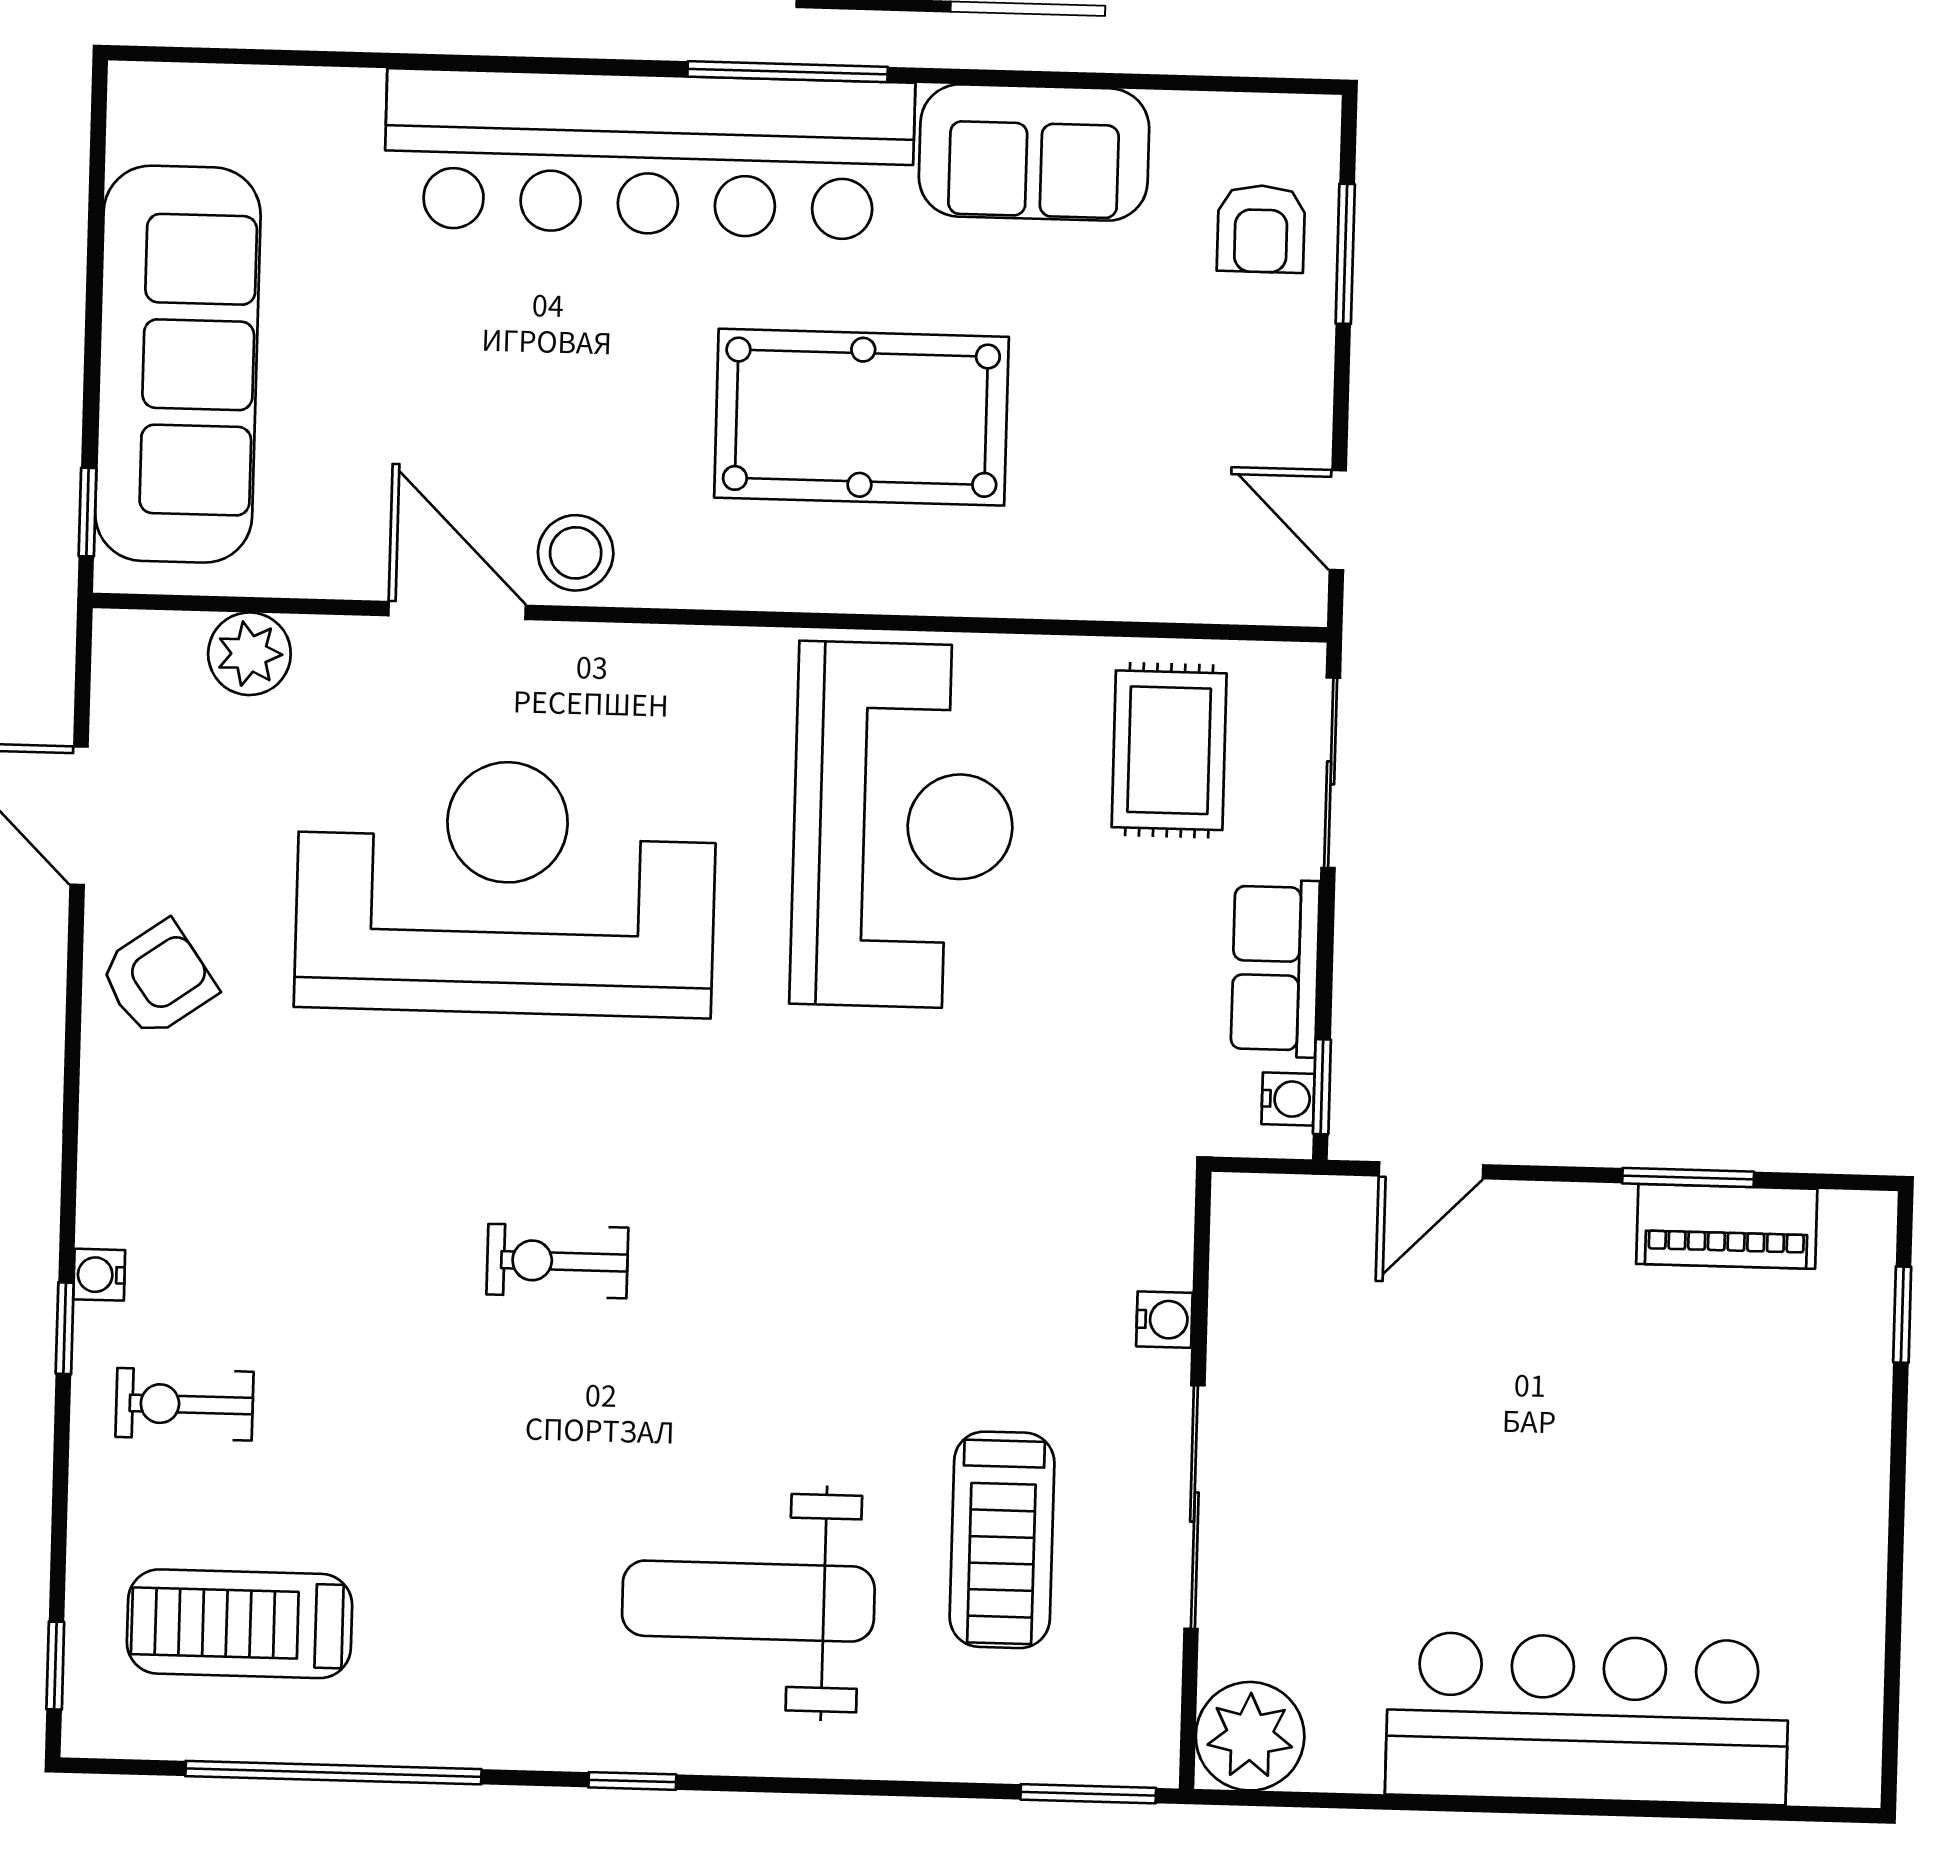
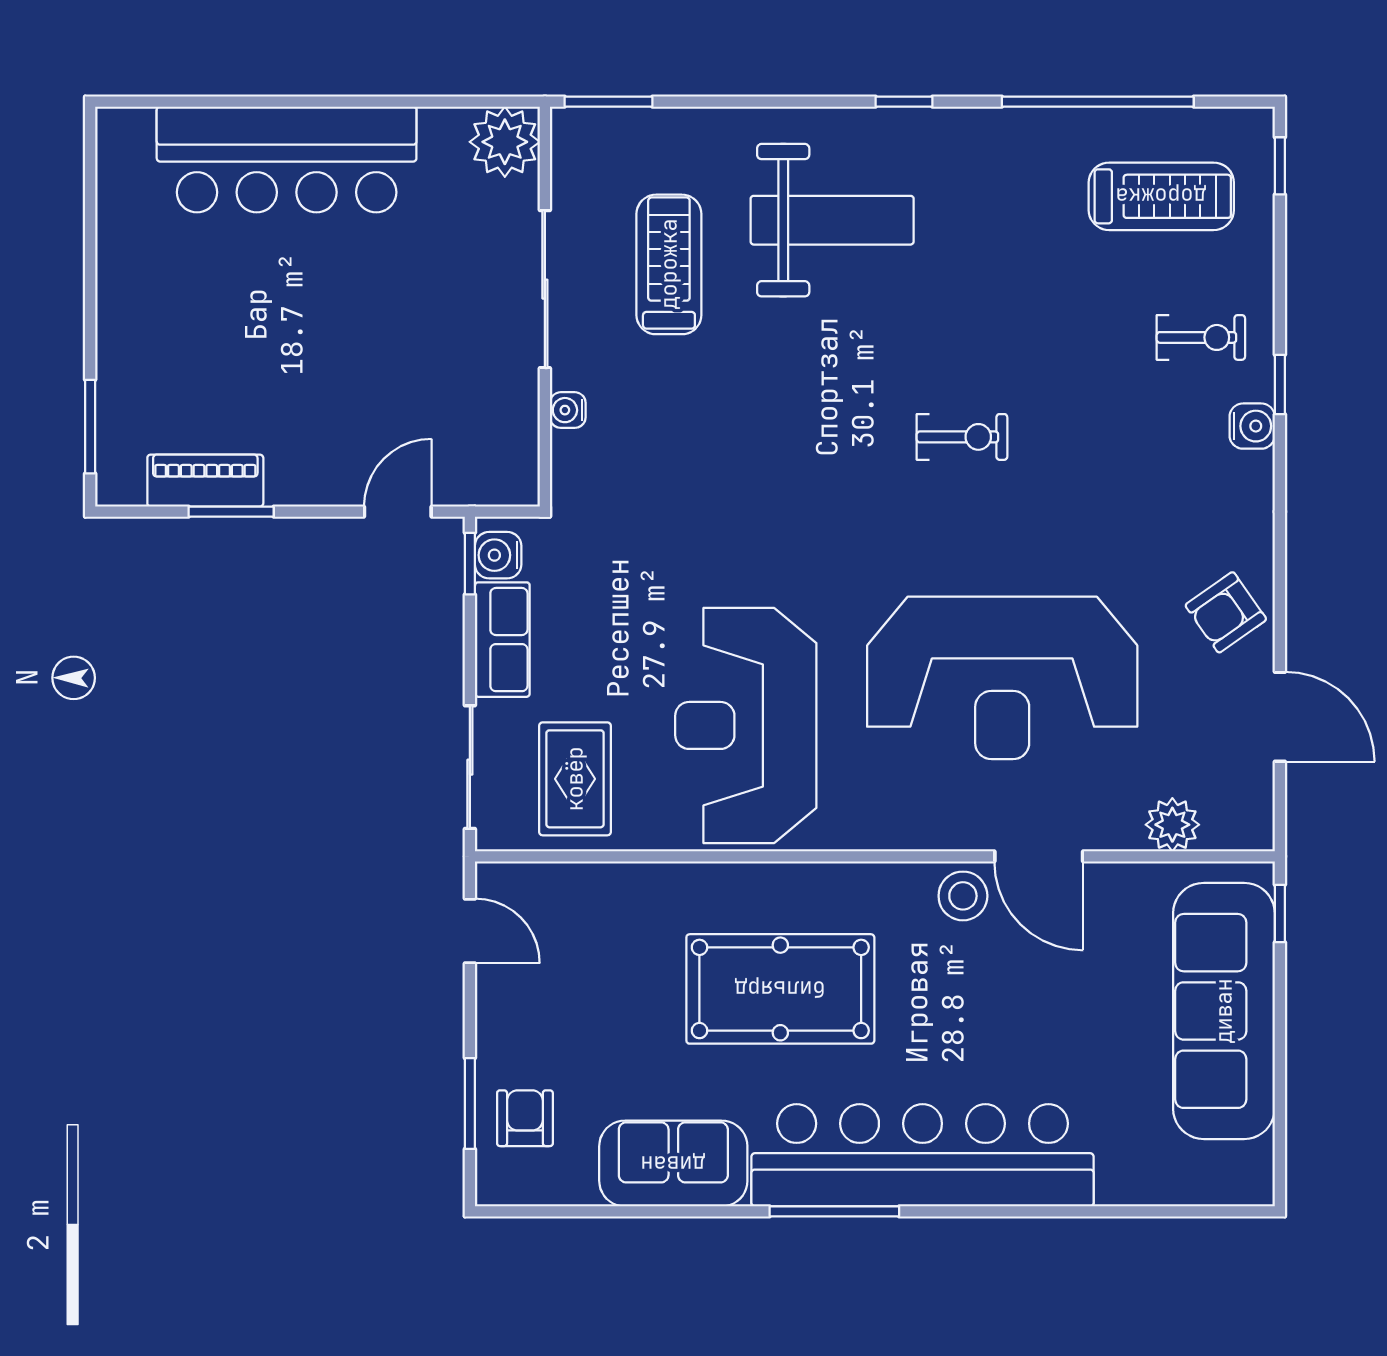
water cooler: (1288, 1099) -> (498, 555), width x1.38, depth x1.38
water cooler: (99, 1275) -> (1252, 426), width x1.38, depth x1.38
window: (1902, 1315) -> (90, 427), width x1.50

